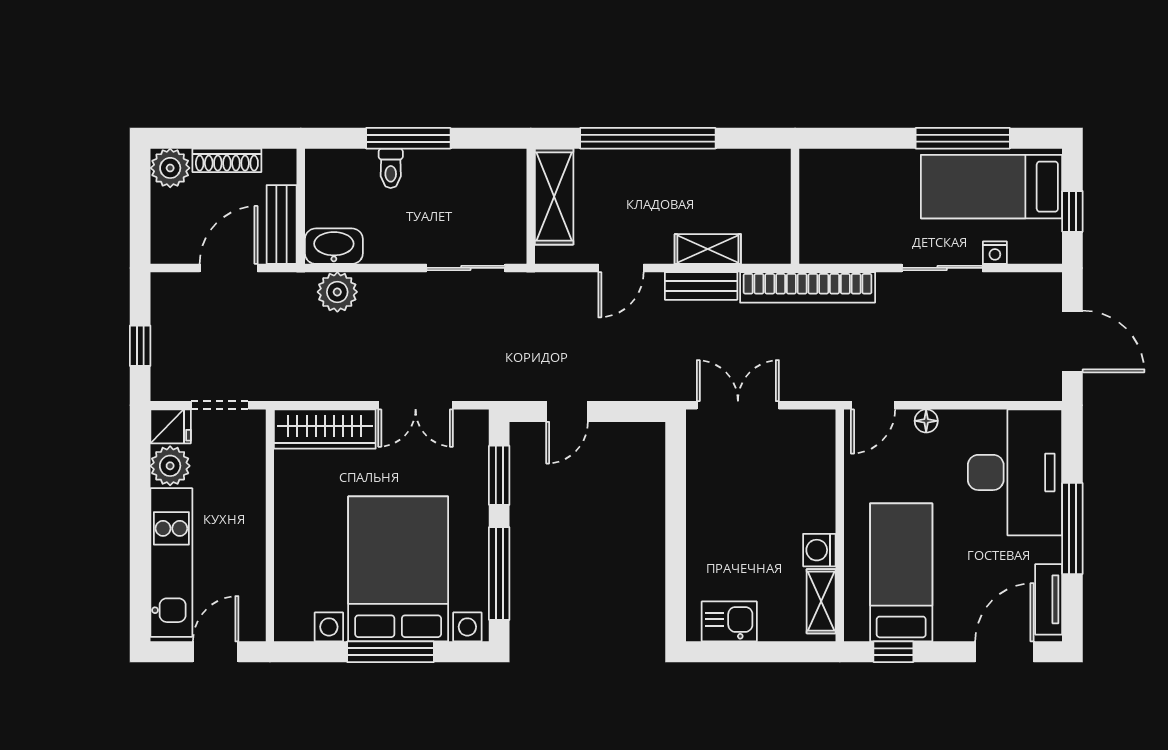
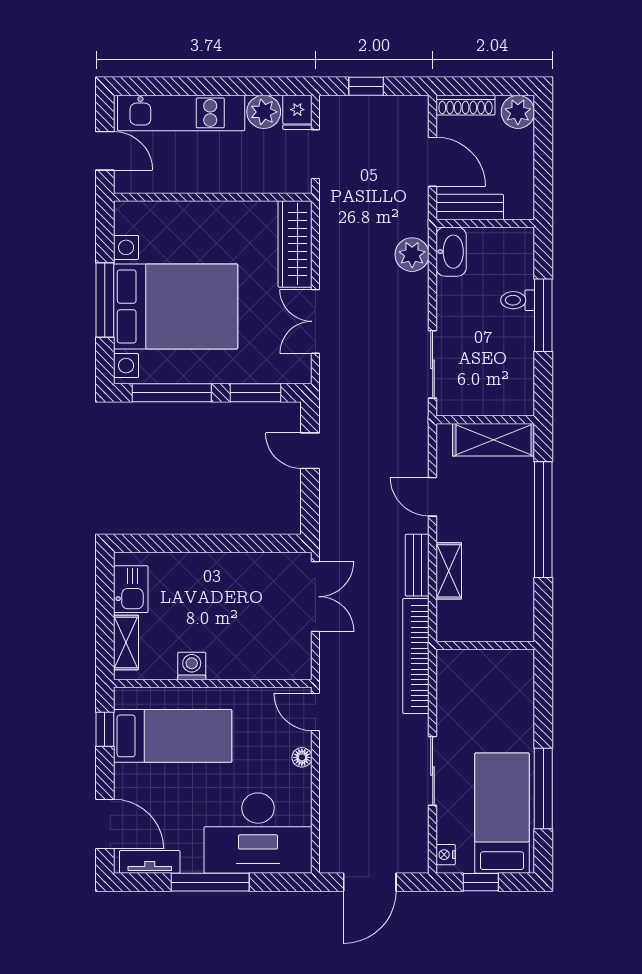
shoe rack: (227, 160) -> (466, 105), moved, turned -90
nightstand: (995, 253) -> (446, 855), moved
shelving: (821, 601) -> (126, 642), moved, turned 90

